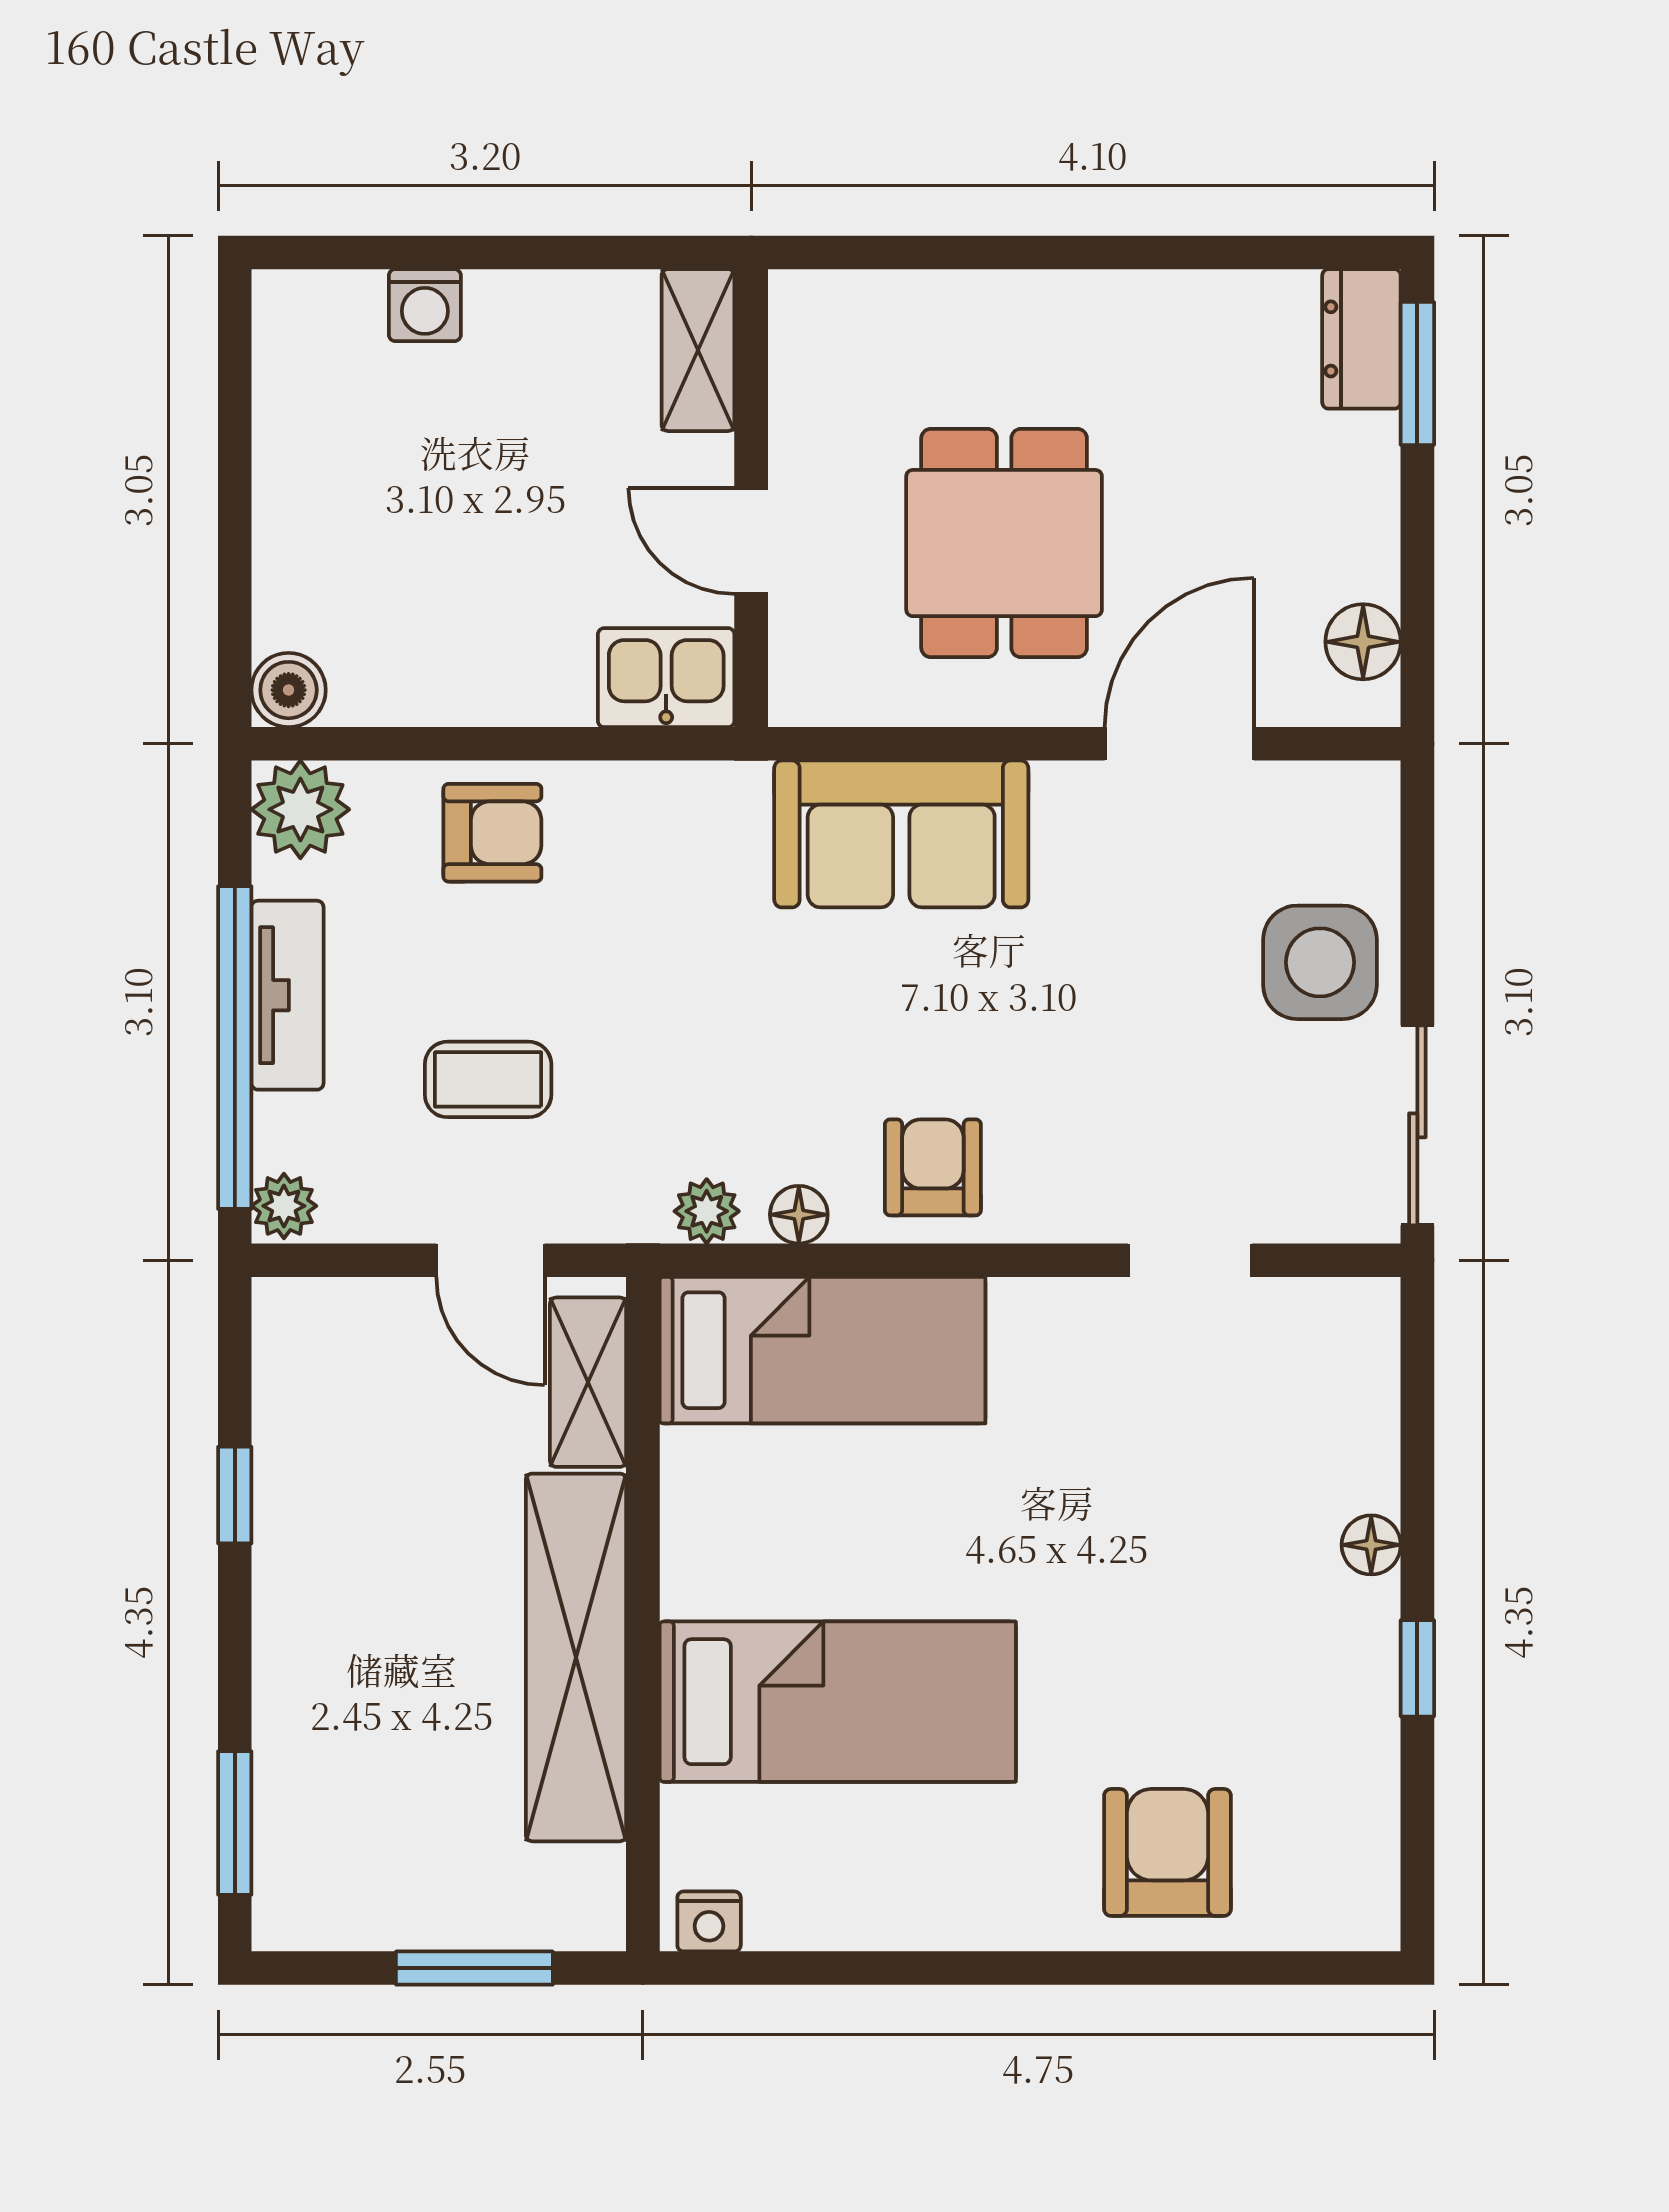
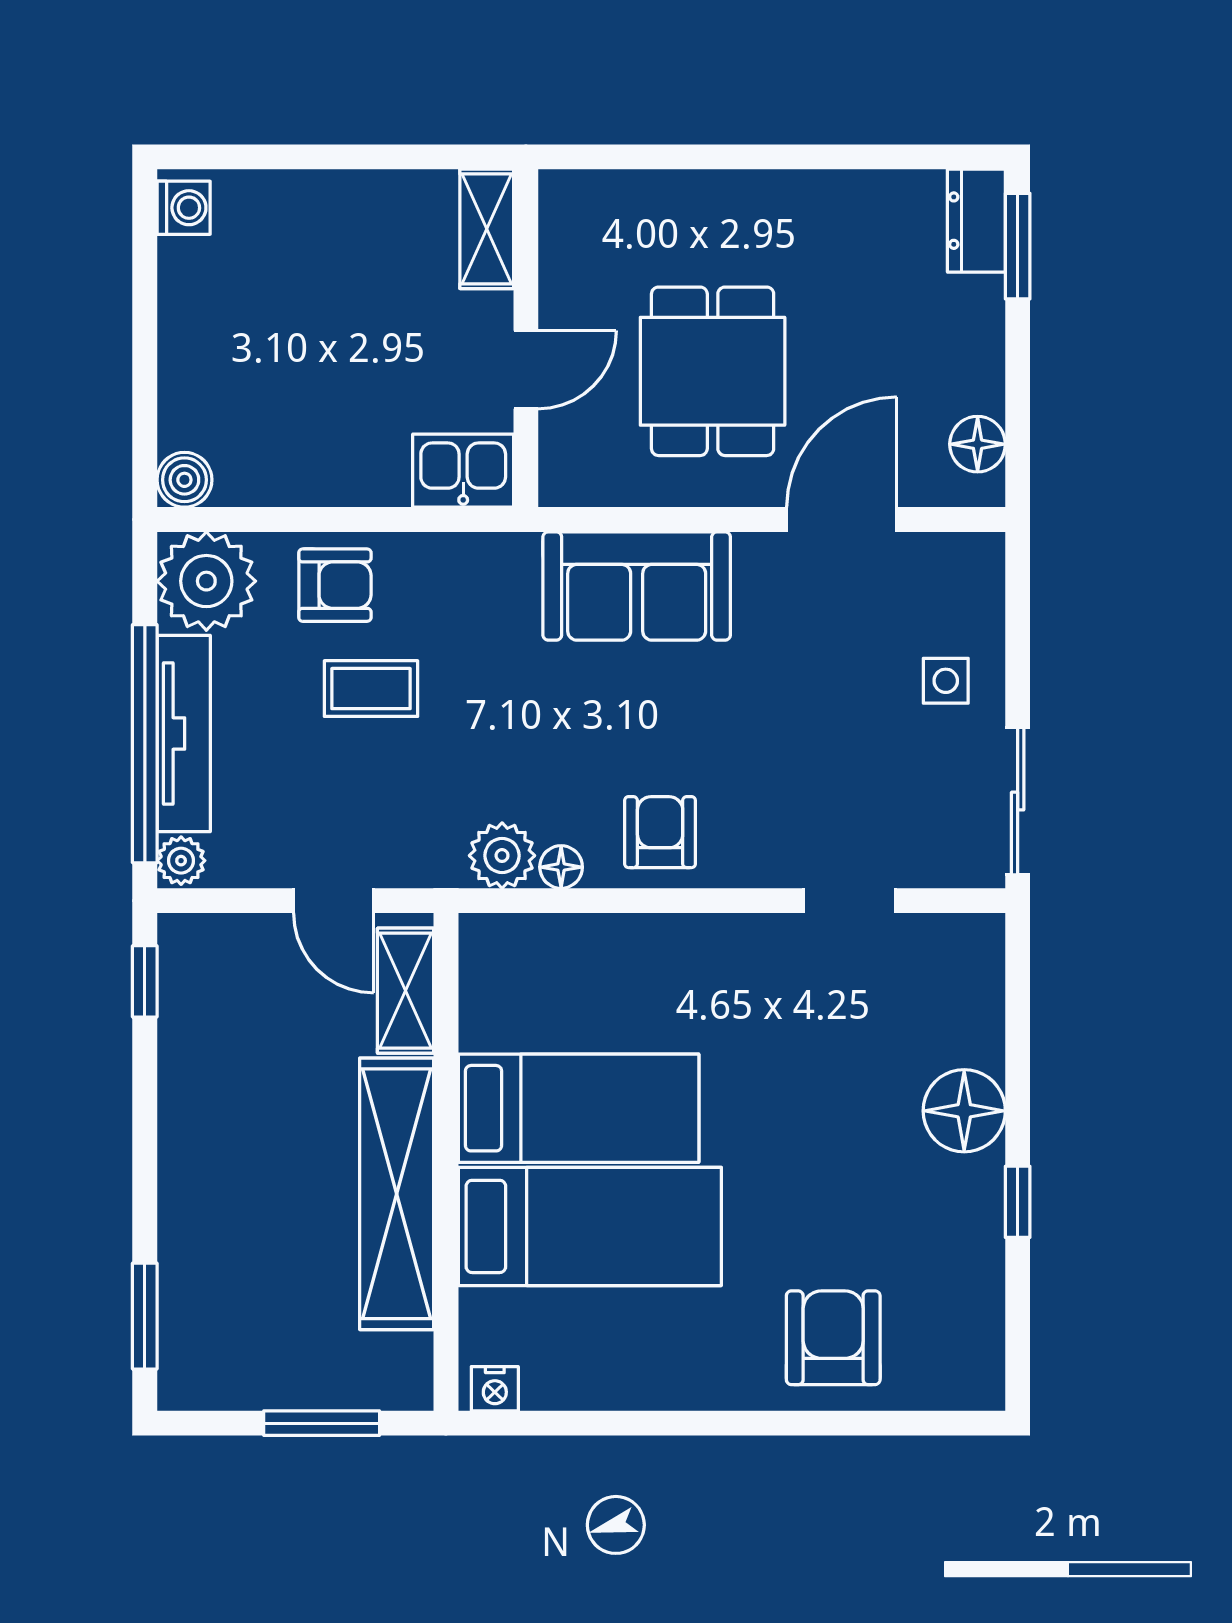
washing machine: (425, 305) -> (184, 208), moved, turned -90
door: (751, 541) -> (526, 370), swing flipped
plant: (300, 809) -> (206, 581), width x1.36, depth x1.36
side table: (1320, 962) -> (946, 681), width x0.54, depth x0.54
tv unit: (287, 995) -> (184, 734), width x1.41
coffee table: (488, 1079) -> (371, 689), moved
plant: (707, 1211) -> (502, 856), width x1.38, depth x1.38
bed: (822, 1350) -> (579, 1108), moved
window: (235, 1495) -> (145, 981), moved
floor lamp: (1371, 1545) -> (964, 1111), width x1.89, depth x1.89

